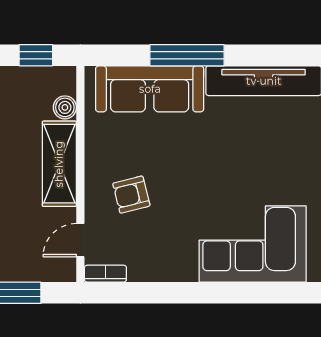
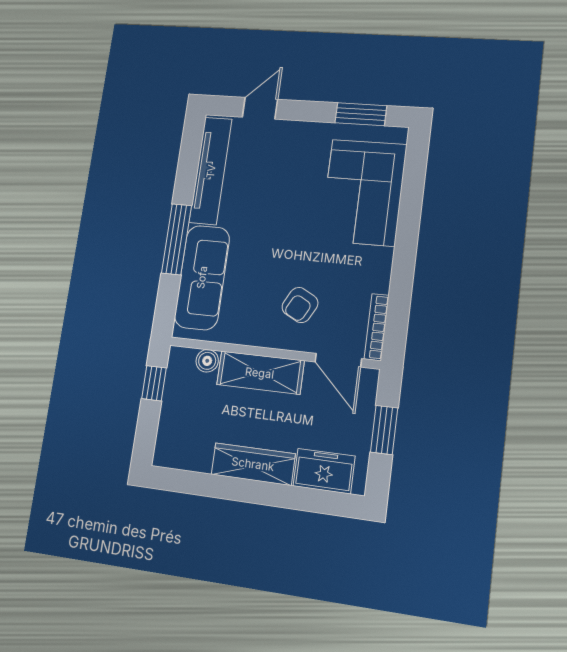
armchair: (131, 195) -> (300, 305), turned 42
door: (80, 240) -> (338, 360), width x1.38
bookcase: (105, 274) -> (377, 327), width x1.56

